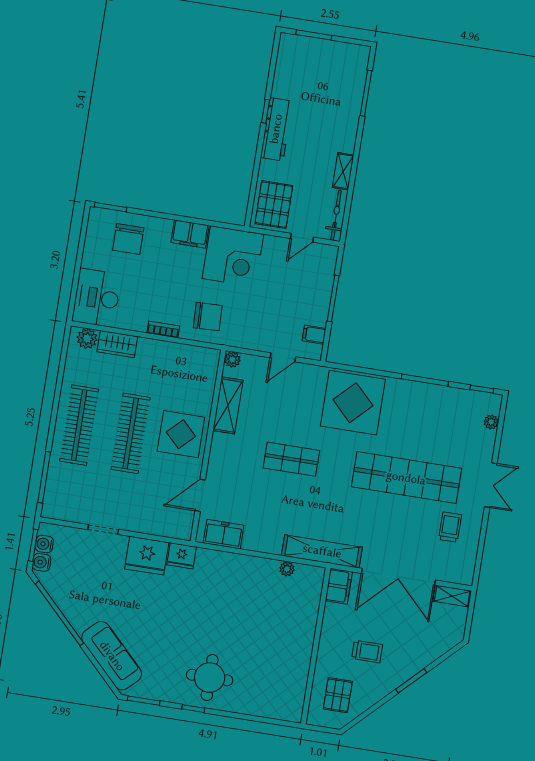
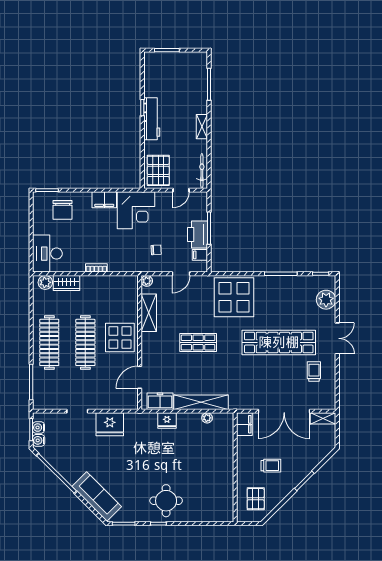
shelving: (343, 171) -> (202, 127), moved
printer: (315, 305) -> (198, 235), added
chair: (208, 317) -> (156, 250), moved, width x0.54, depth x0.54
plant: (491, 422) -> (326, 300), width x1.88, depth x1.88
shelving: (322, 551) -> (201, 402), moved
fridge: (182, 556) -> (167, 421), moved

